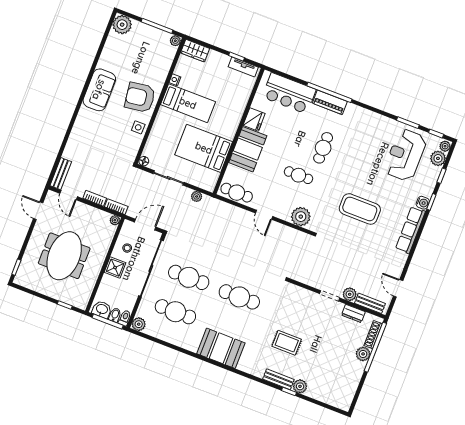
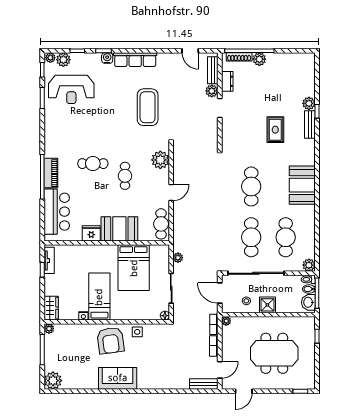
coffee table: (360, 209) -> (148, 107), moved
door: (398, 288) -> (190, 51), hinge flipped

